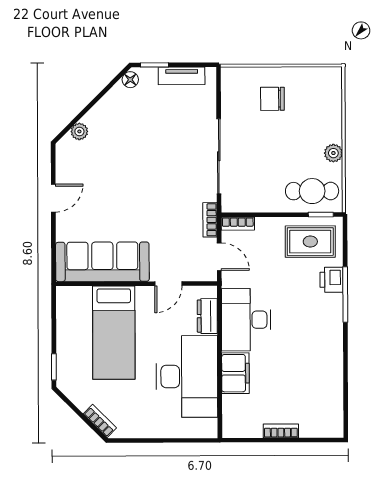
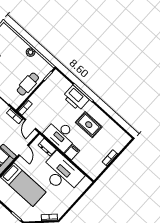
cafe table: (312, 191) -> (28, 84), moved
rug: (310, 242) -> (89, 125), moved, turned 90
door: (219, 257) -> (30, 124), swing flipped
printer: (332, 280) -> (76, 98), width x1.87, depth x1.48
filing cabinet: (235, 373) -> (72, 152), width x0.50

